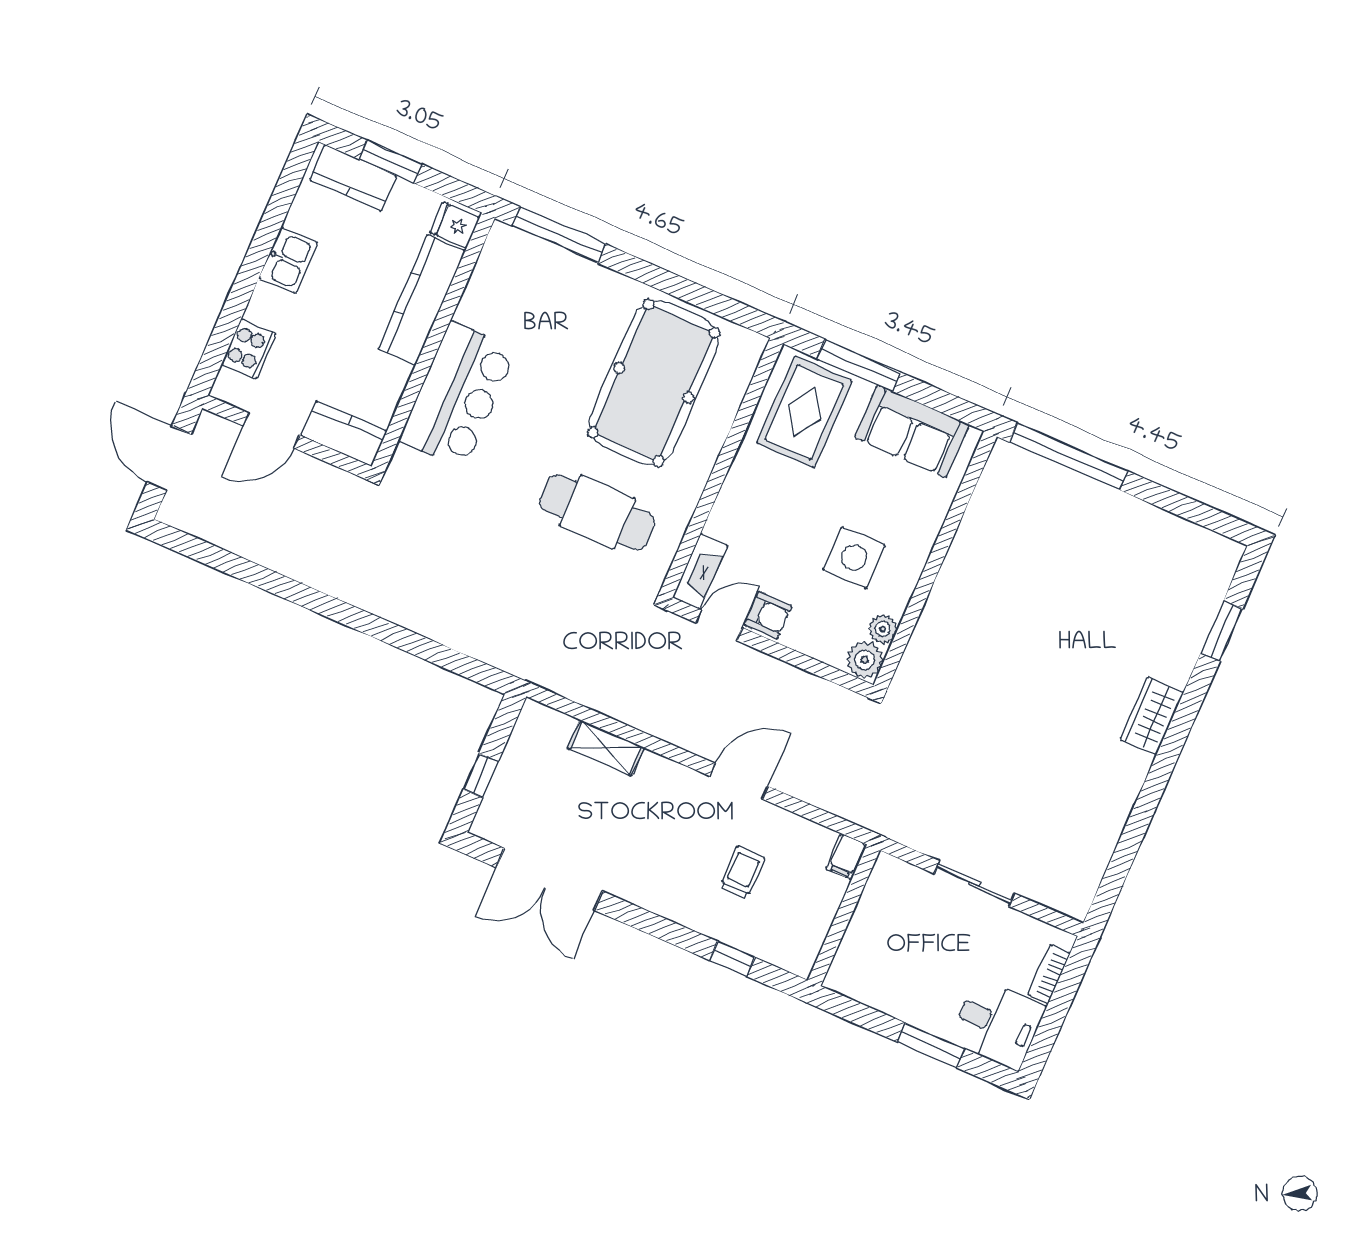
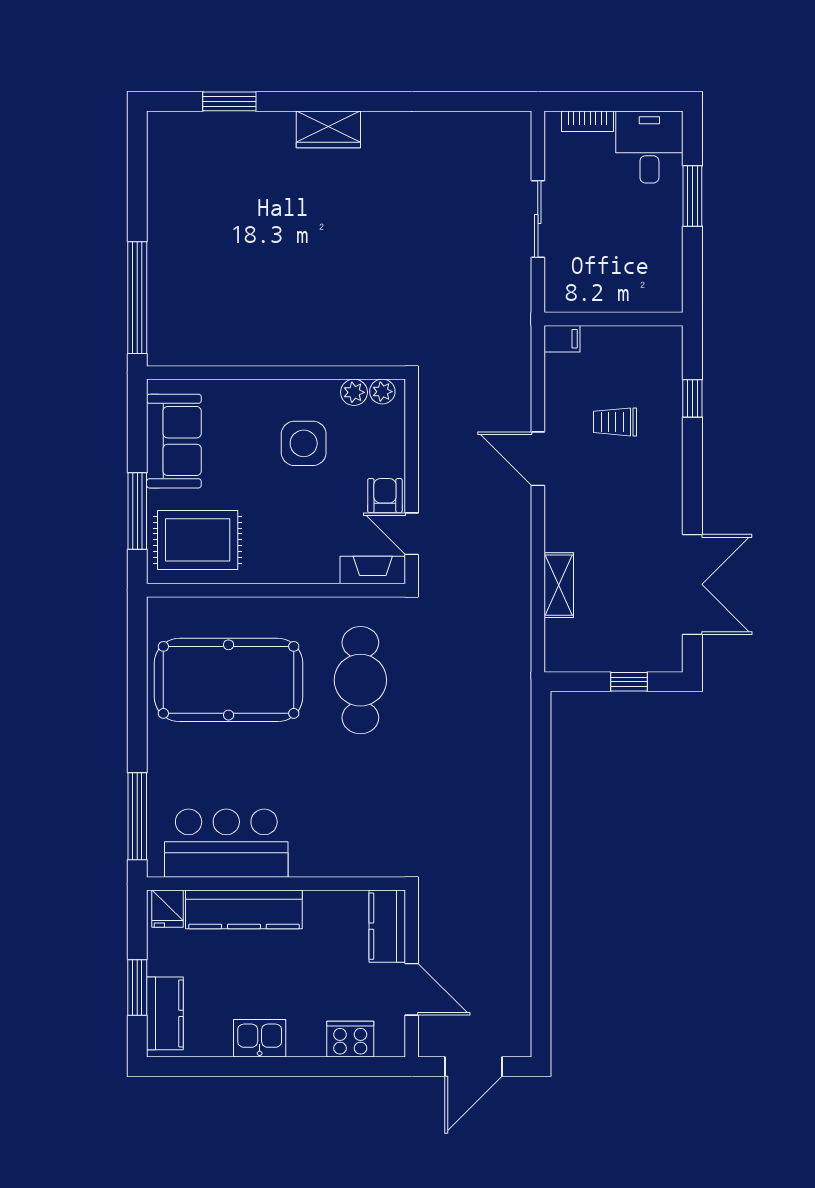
bar counter: (458, 395) -> (226, 843), moved
plant: (865, 660) -> (382, 392), width x0.73, depth x0.73

